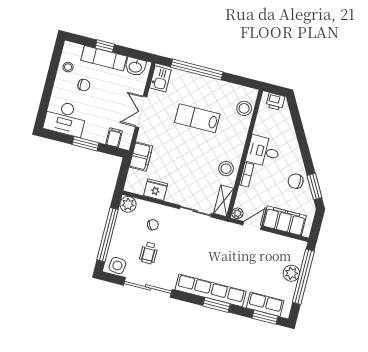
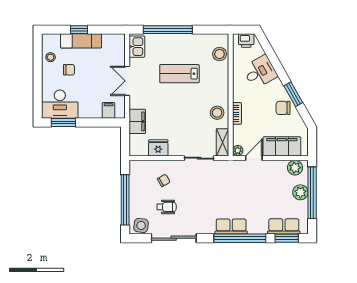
washbasin: (135, 67) -> (112, 41), removed
window: (86, 144) -> (63, 123), moved
desk: (263, 151) -> (260, 72), moved, turned 151
window: (314, 186) -> (293, 94), moved
plant: (128, 204) -> (295, 168), moved
wheelchair: (149, 253) -> (166, 207), turned -90
row of seats: (211, 290) -> (231, 227), width x0.50
window: (217, 305) -> (240, 238), width x2.11

